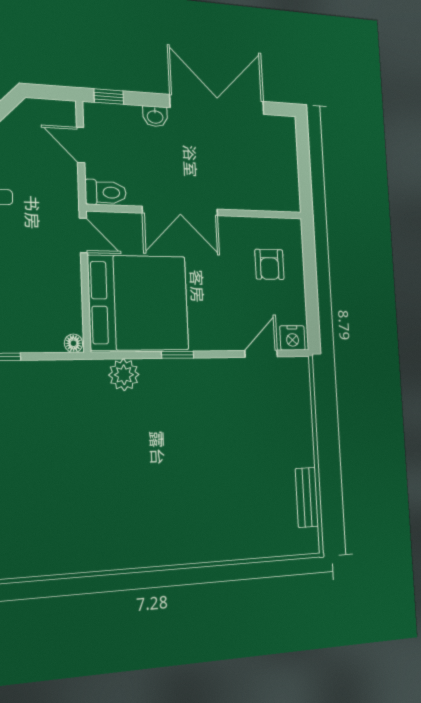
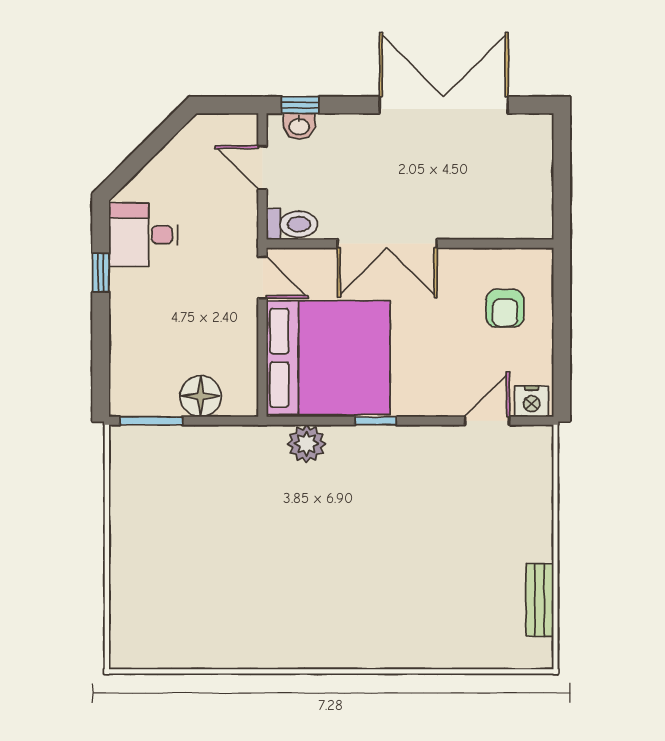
washbasin: (155, 116) -> (299, 126), moved
floor lamp: (73, 343) -> (201, 396), moved, width x1.89, depth x1.89

